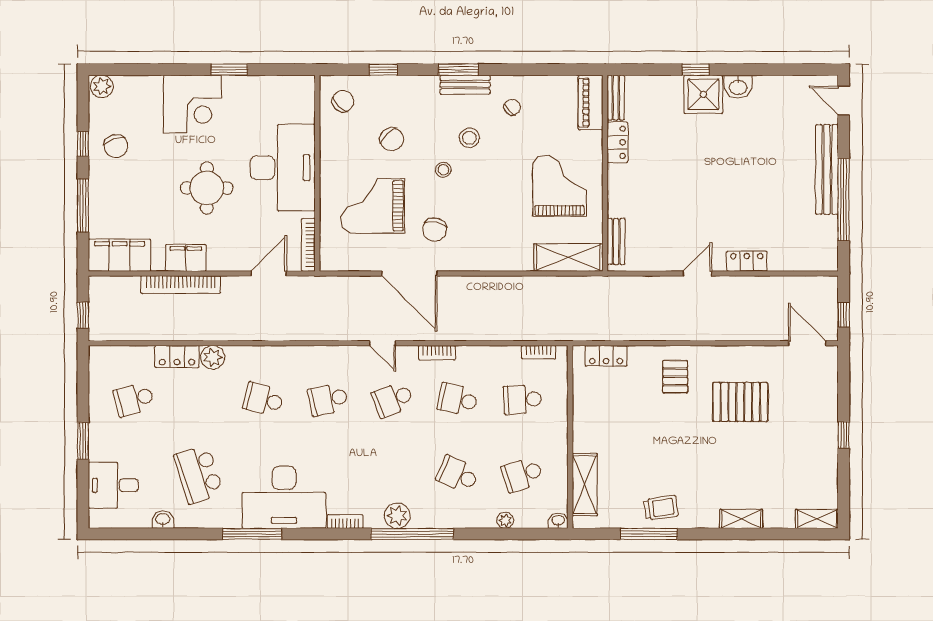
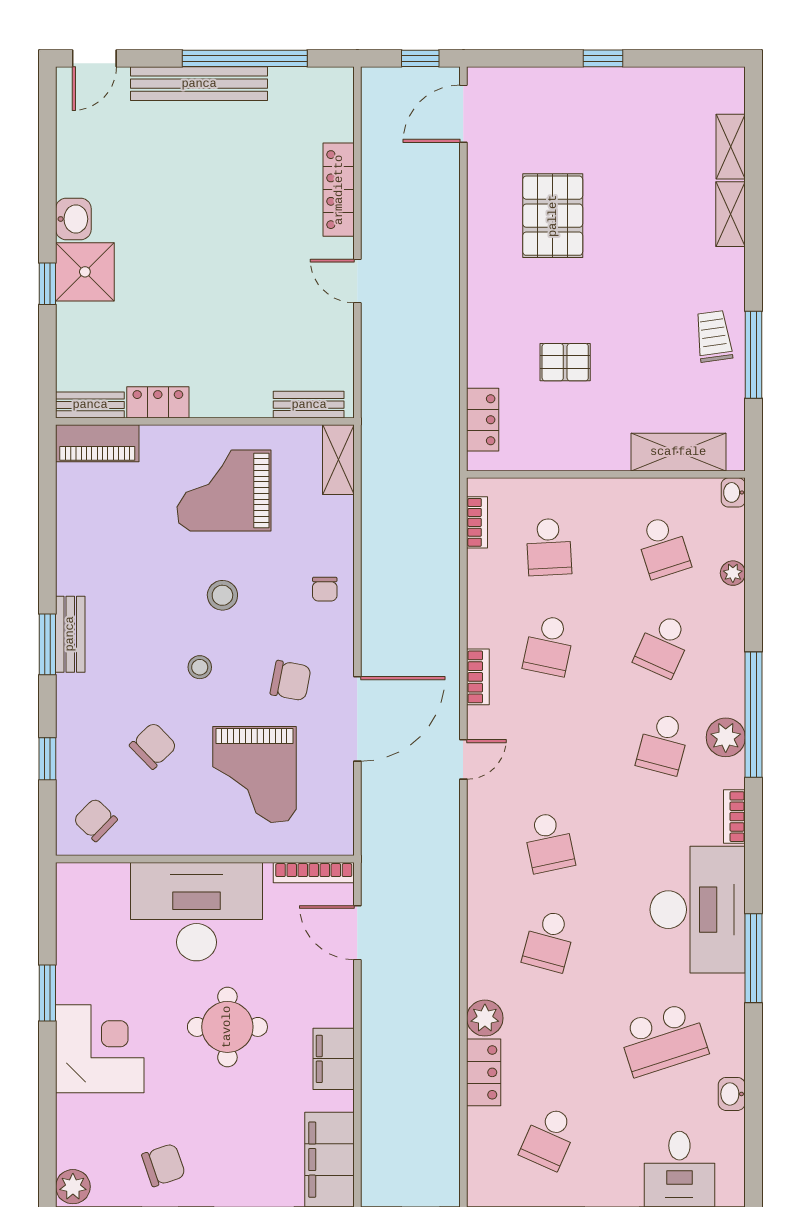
chair: (512, 107) -> (325, 589), moved, turned -138
stool: (469, 138) -> (222, 595), moved
shelving: (568, 257) -> (338, 460), width x0.67, depth x0.75
locker: (747, 261) -> (339, 190), width x1.53
bookcase: (181, 285) -> (374, 1067), removed
pallet: (675, 377) -> (565, 362), moved
school desk: (134, 399) -> (549, 1138), turned 39
school desk: (393, 399) -> (663, 744), moved, turned 36
shelving: (817, 519) -> (731, 147), moved

